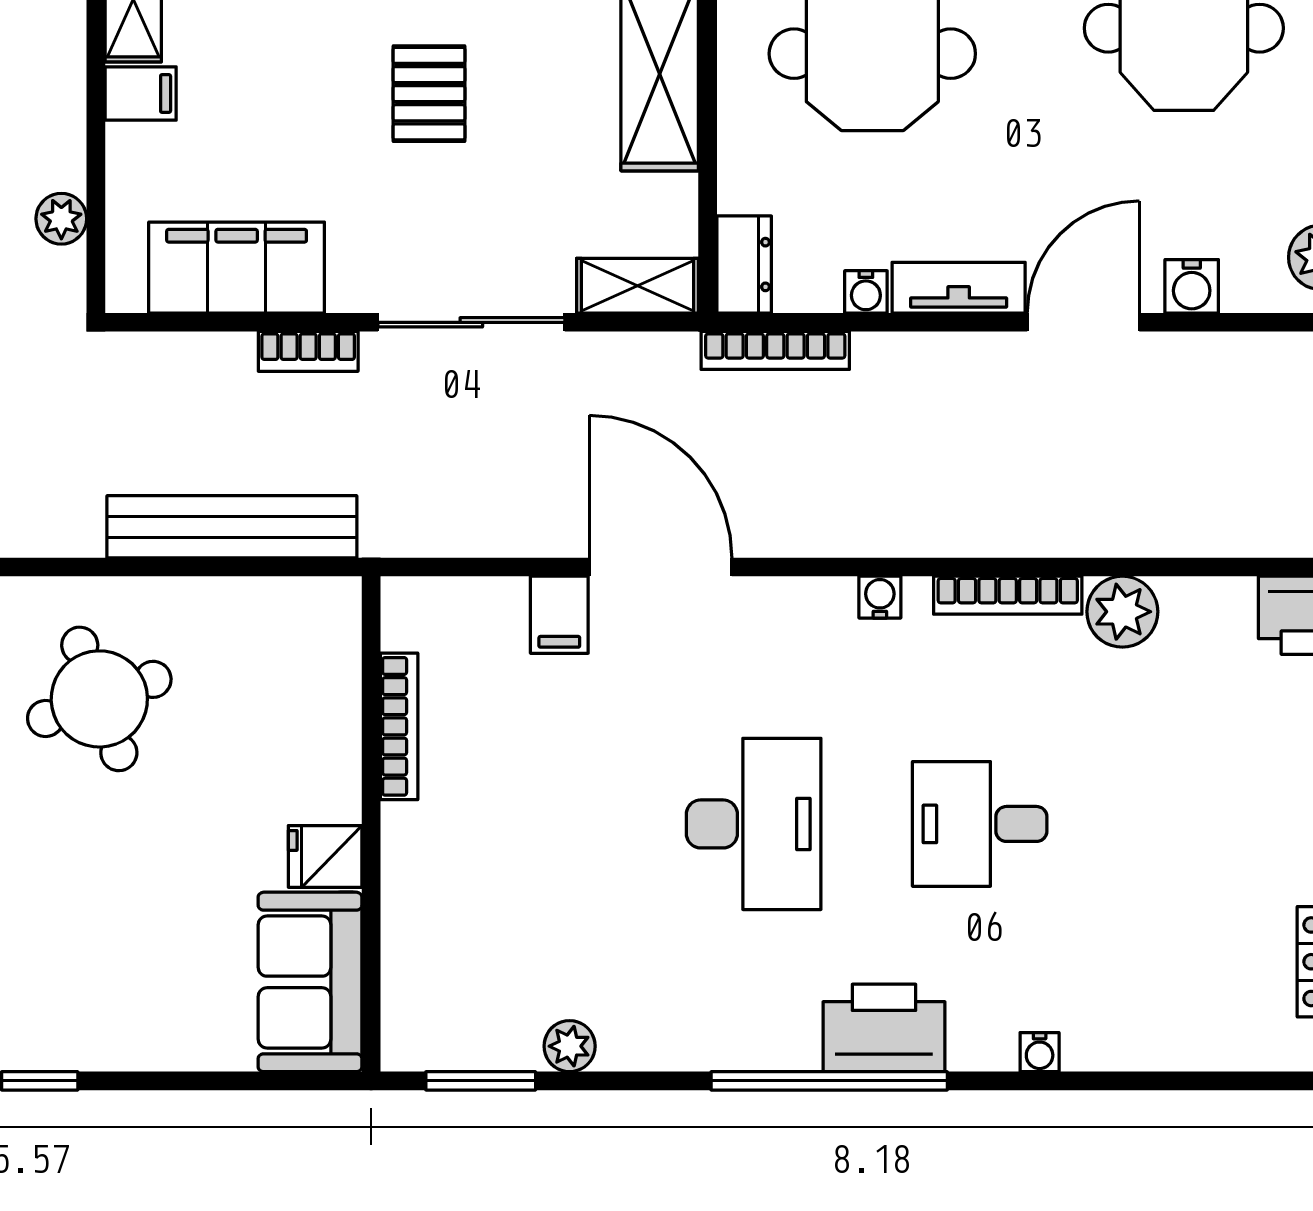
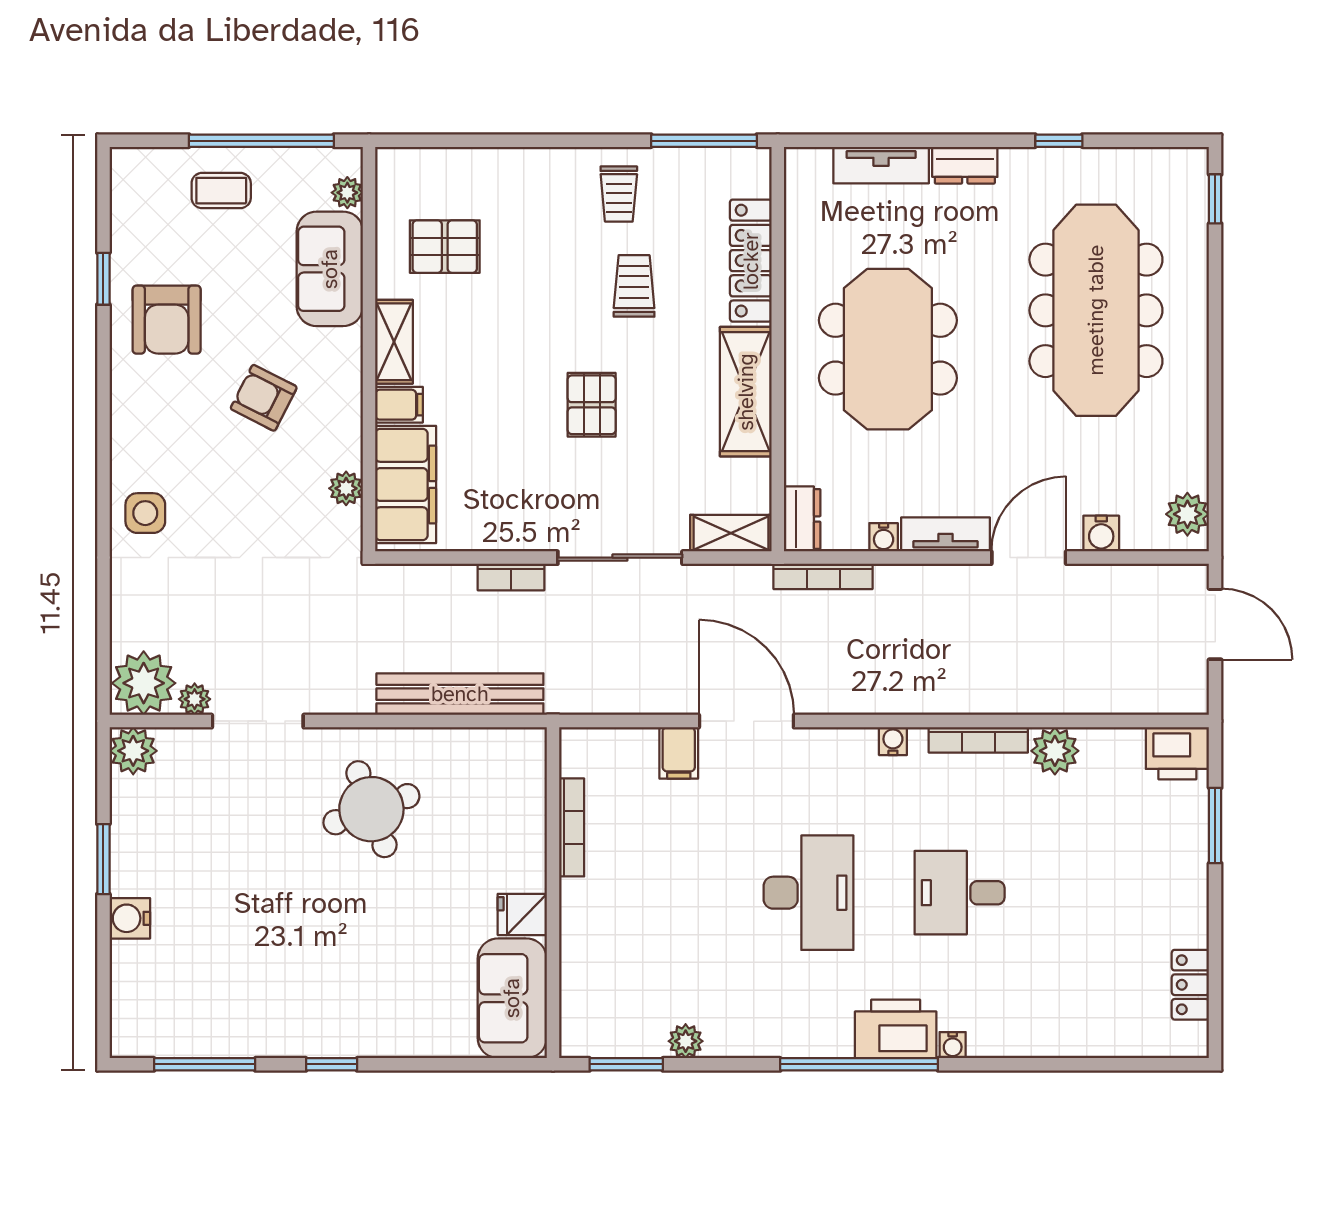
filing cabinet: (237, 268) -> (406, 485), moved, turned 90
water cooler: (1040, 1052) -> (953, 1045), moved

